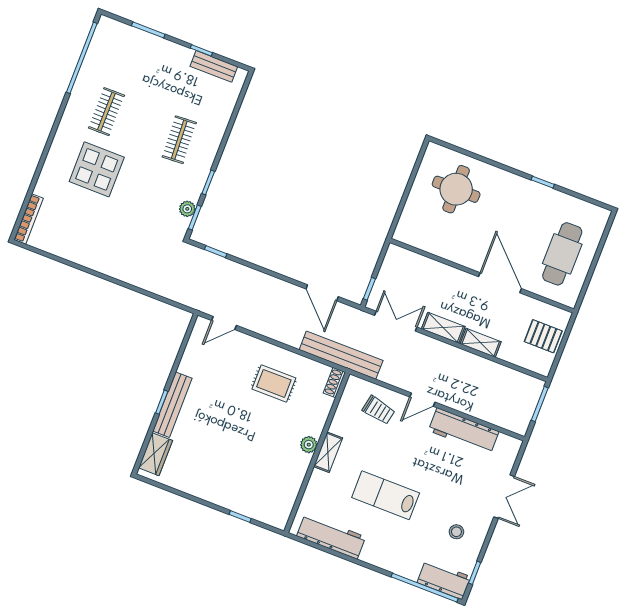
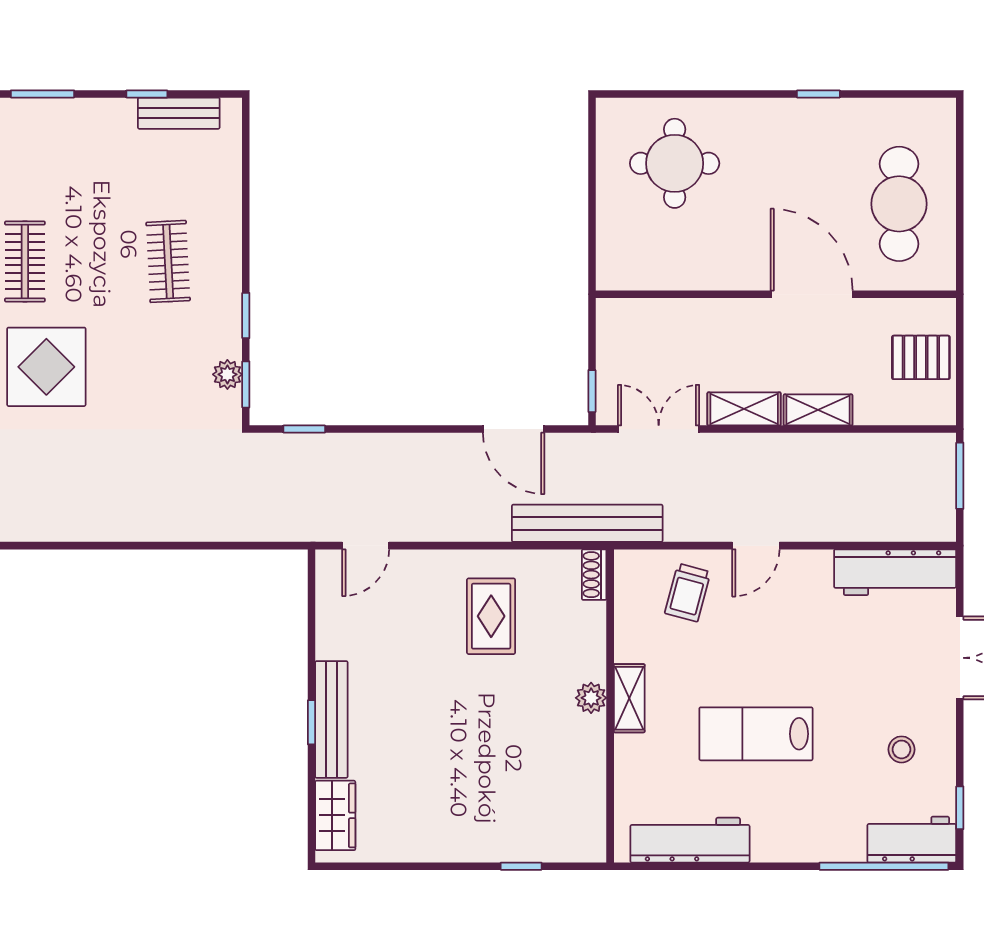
rug: (274, 383) -> (491, 616), turned 90
trolley: (379, 410) -> (688, 593), turned 94
workbench: (464, 431) -> (895, 572), moved

